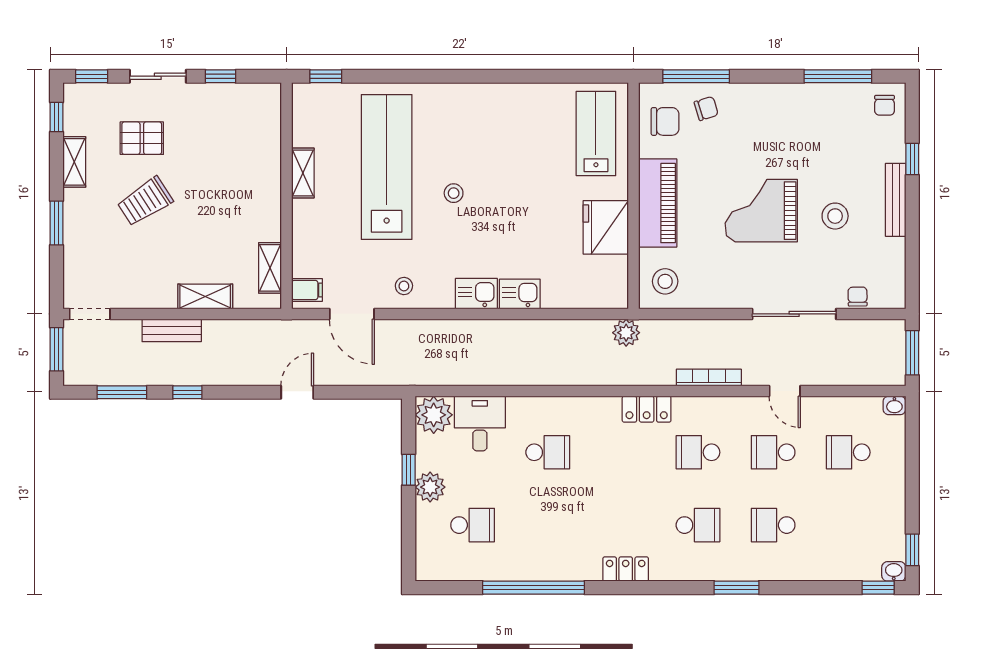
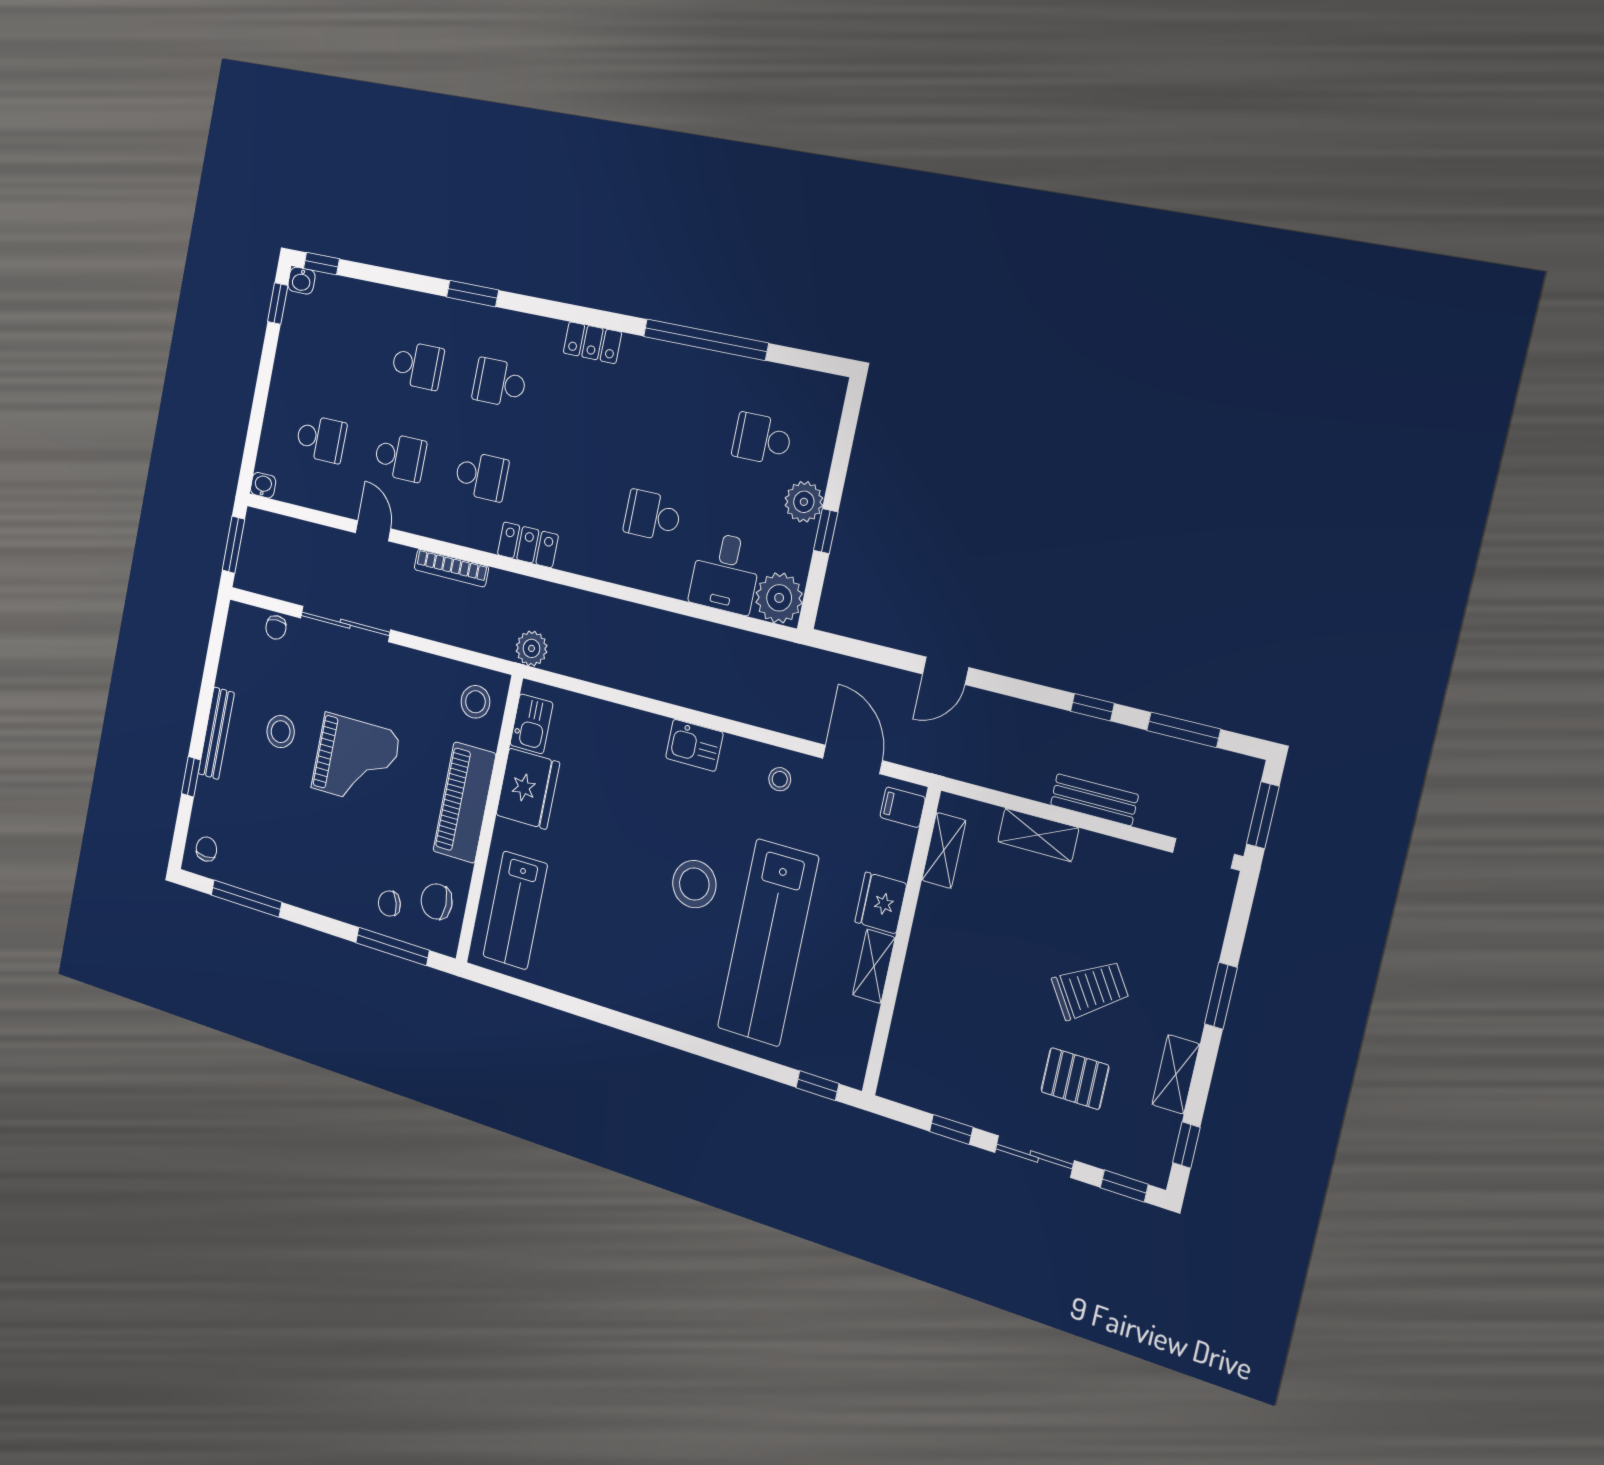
stool: (454, 193) -> (694, 884), width x1.89, depth x1.89
fridge: (308, 219) -> (881, 903), added
kitchen sink: (520, 294) -> (531, 724), moved, turned -90

